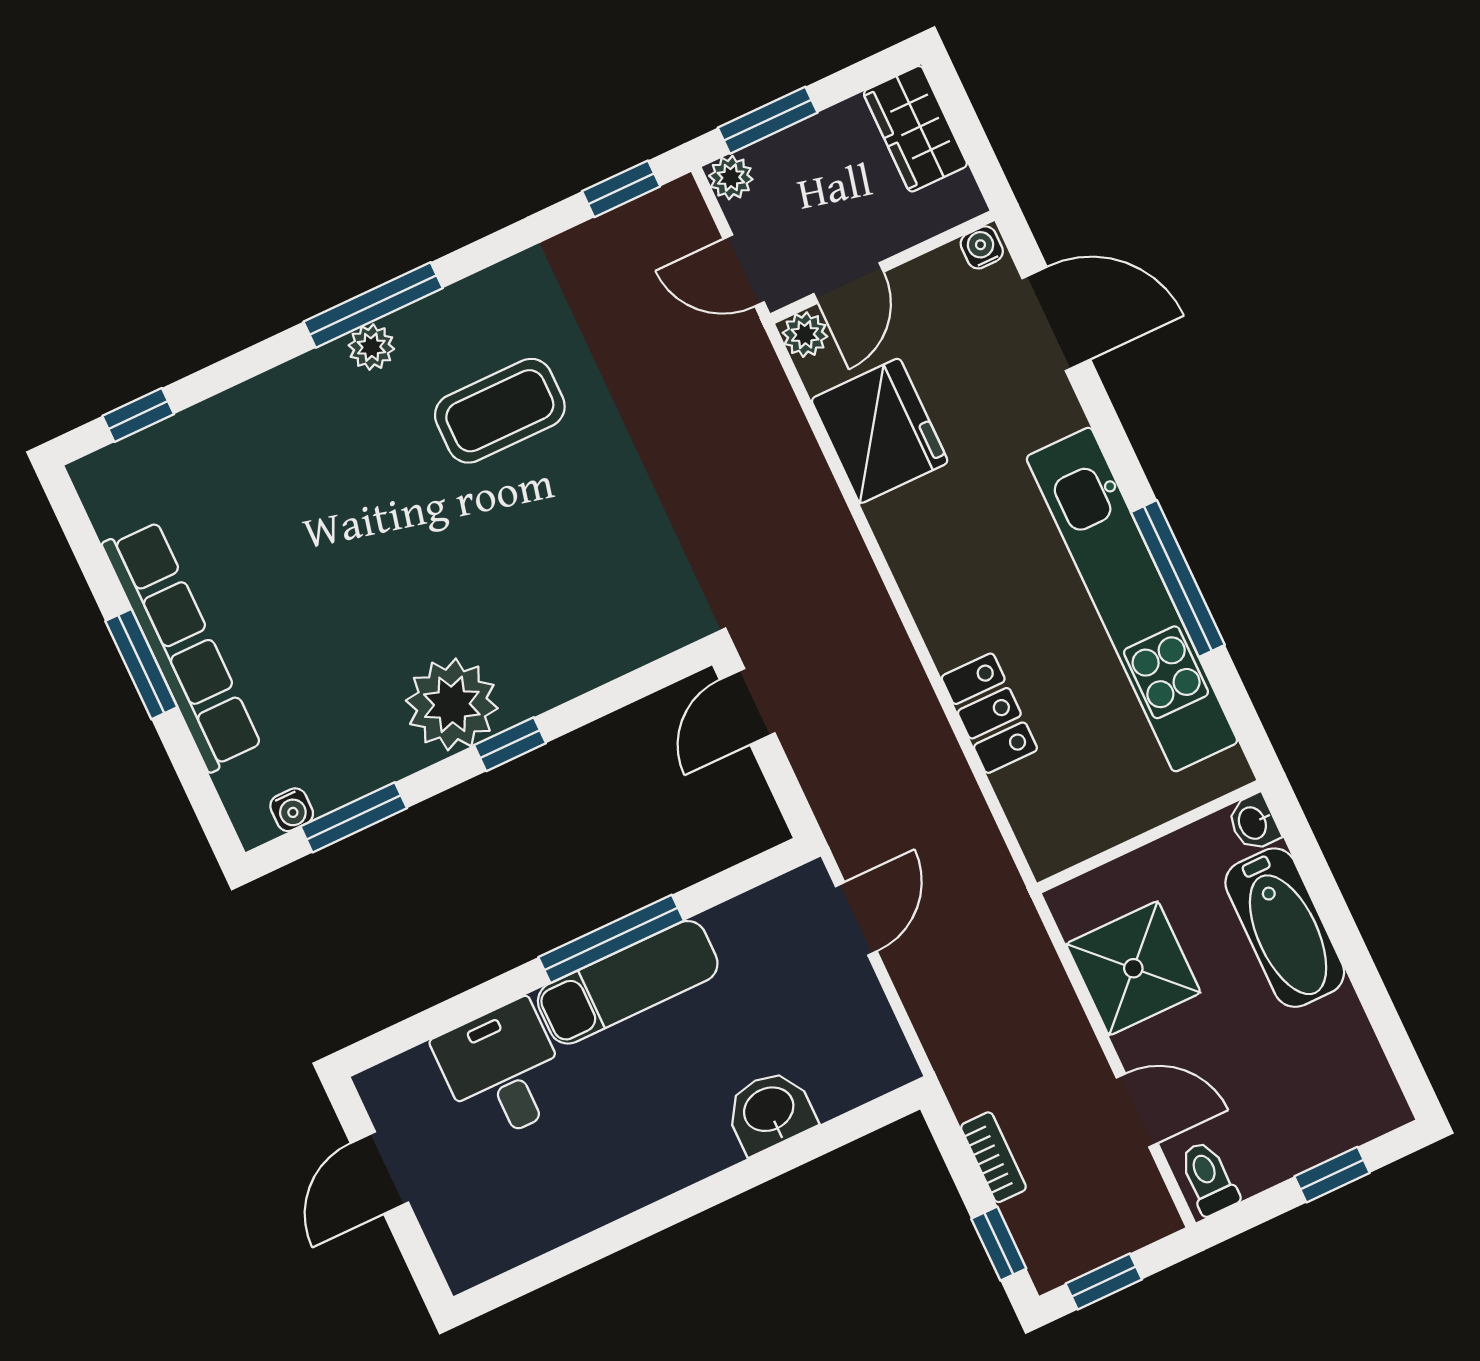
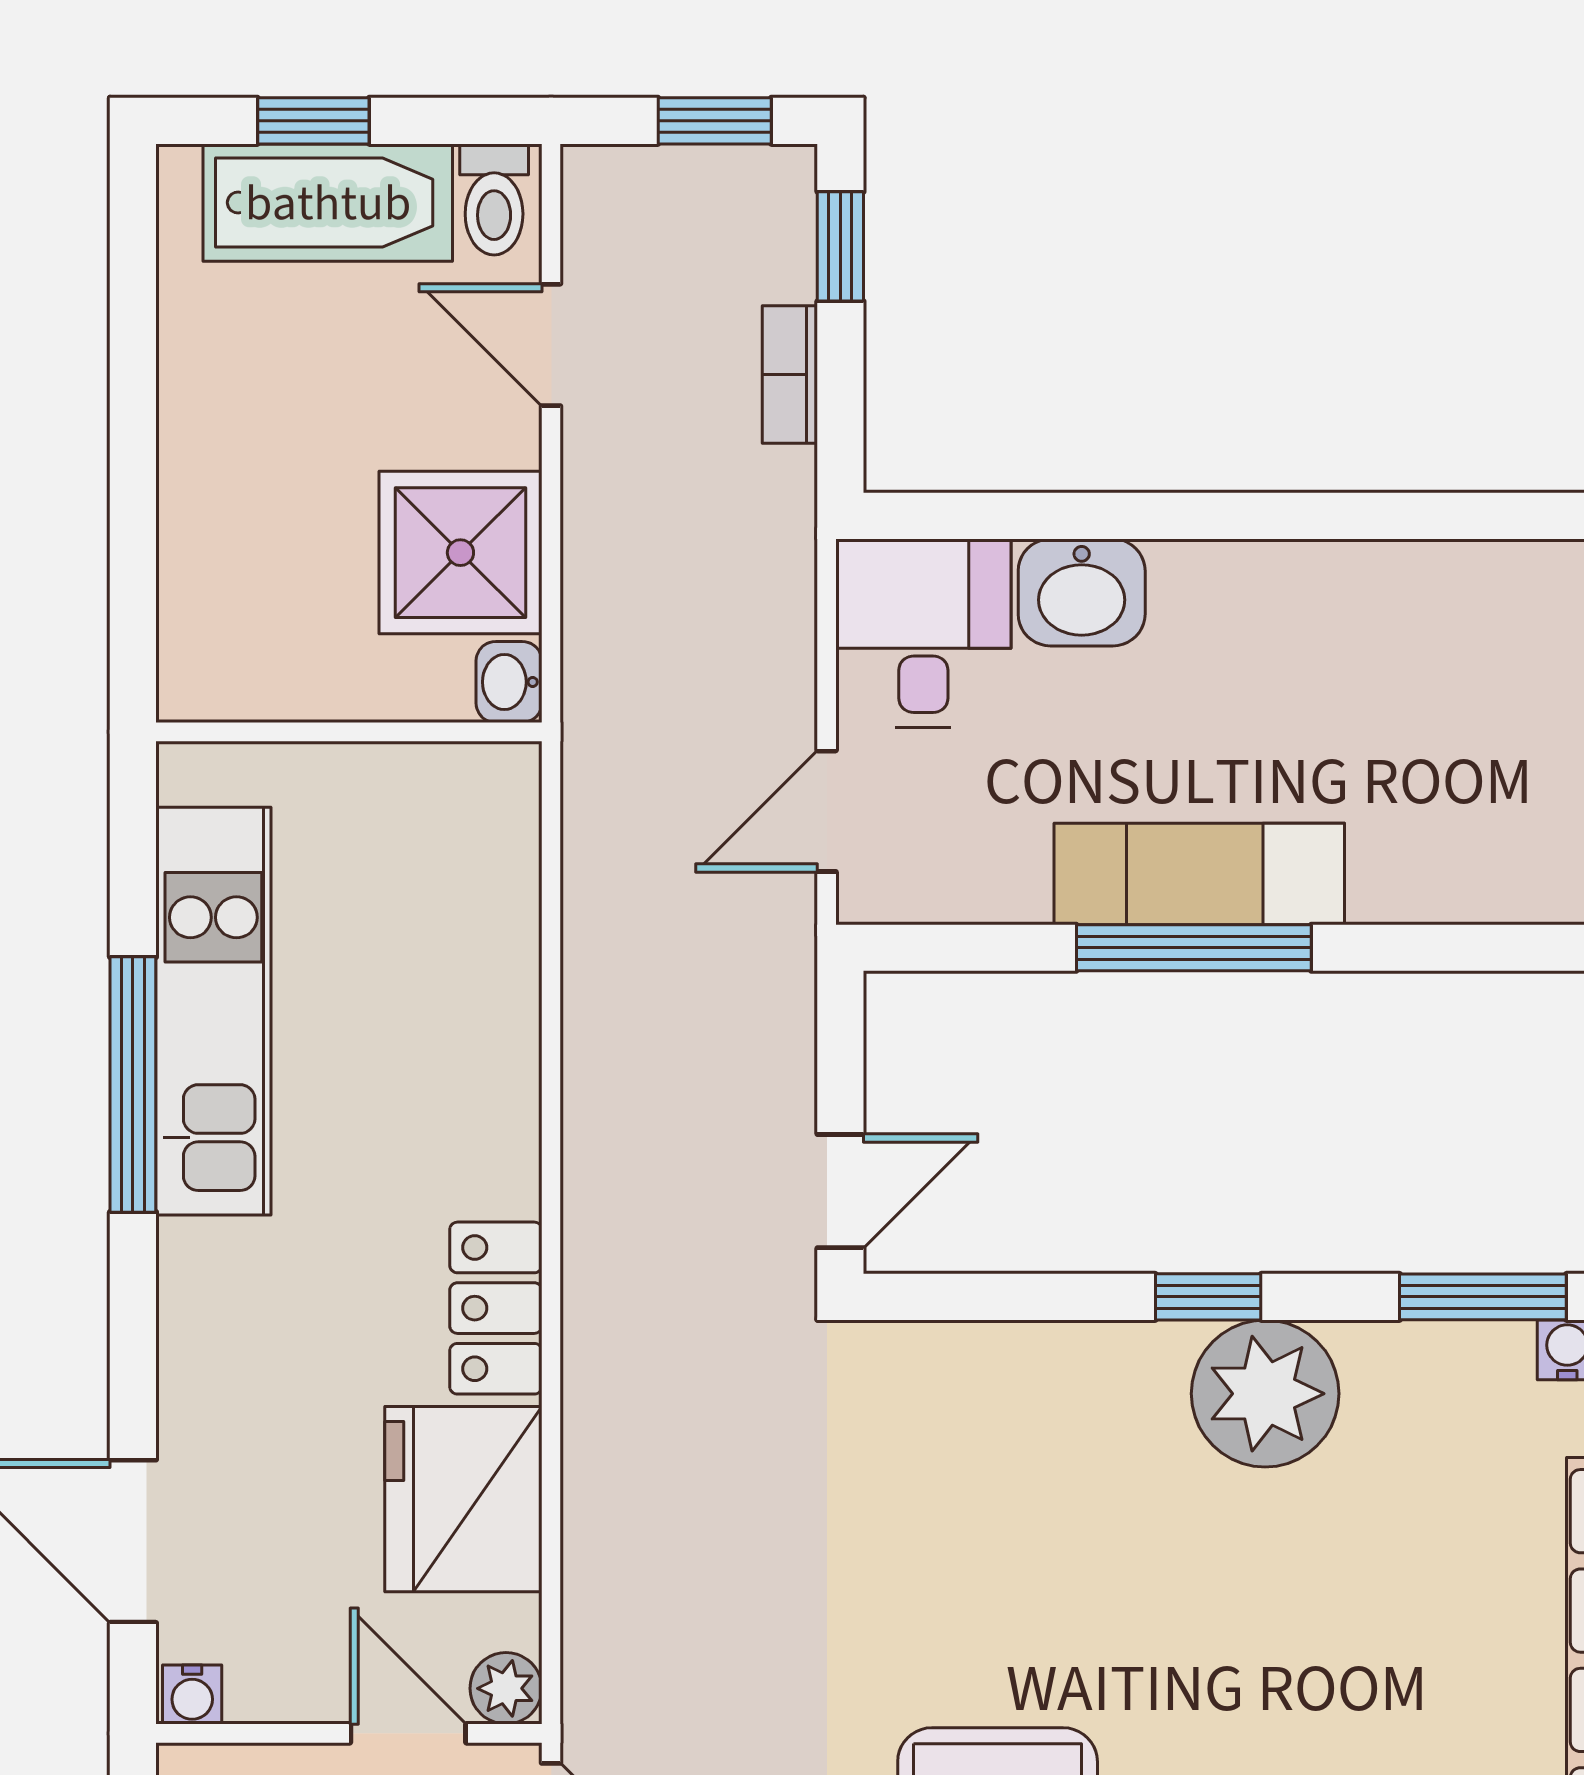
door: (849, 283) -> (408, 1733), hinge flipped
kitchen unit: (1132, 600) -> (213, 1011), width x0.73
locker: (989, 713) -> (496, 1308), moved
washbasin: (1253, 823) -> (509, 682), moved, turned 180
bathtub: (1285, 928) -> (328, 203), moved, turned 90
desk: (503, 1071) -> (923, 633), moved, turned 180

